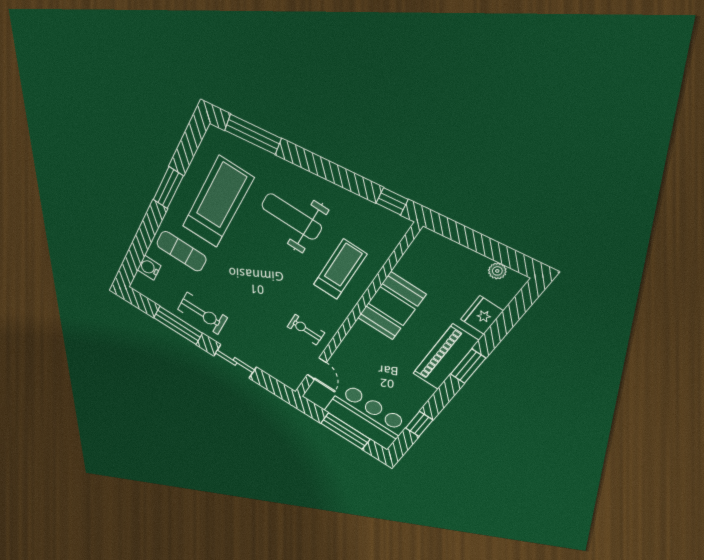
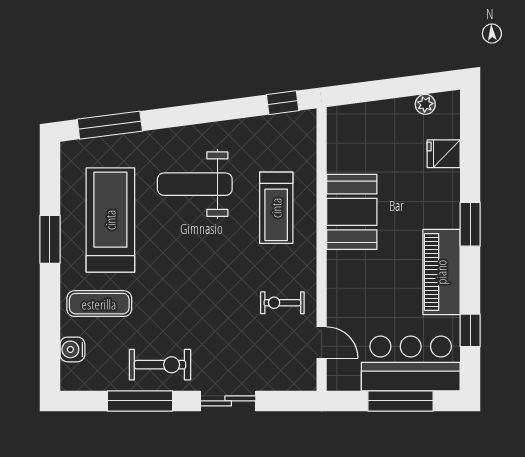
treadmill: (340, 269) -> (276, 208), turned 180
fridge: (482, 315) -> (444, 154), width x0.72
piano: (445, 357) -> (441, 272), moved

